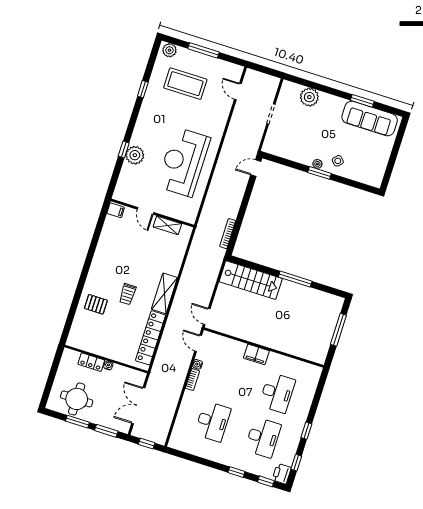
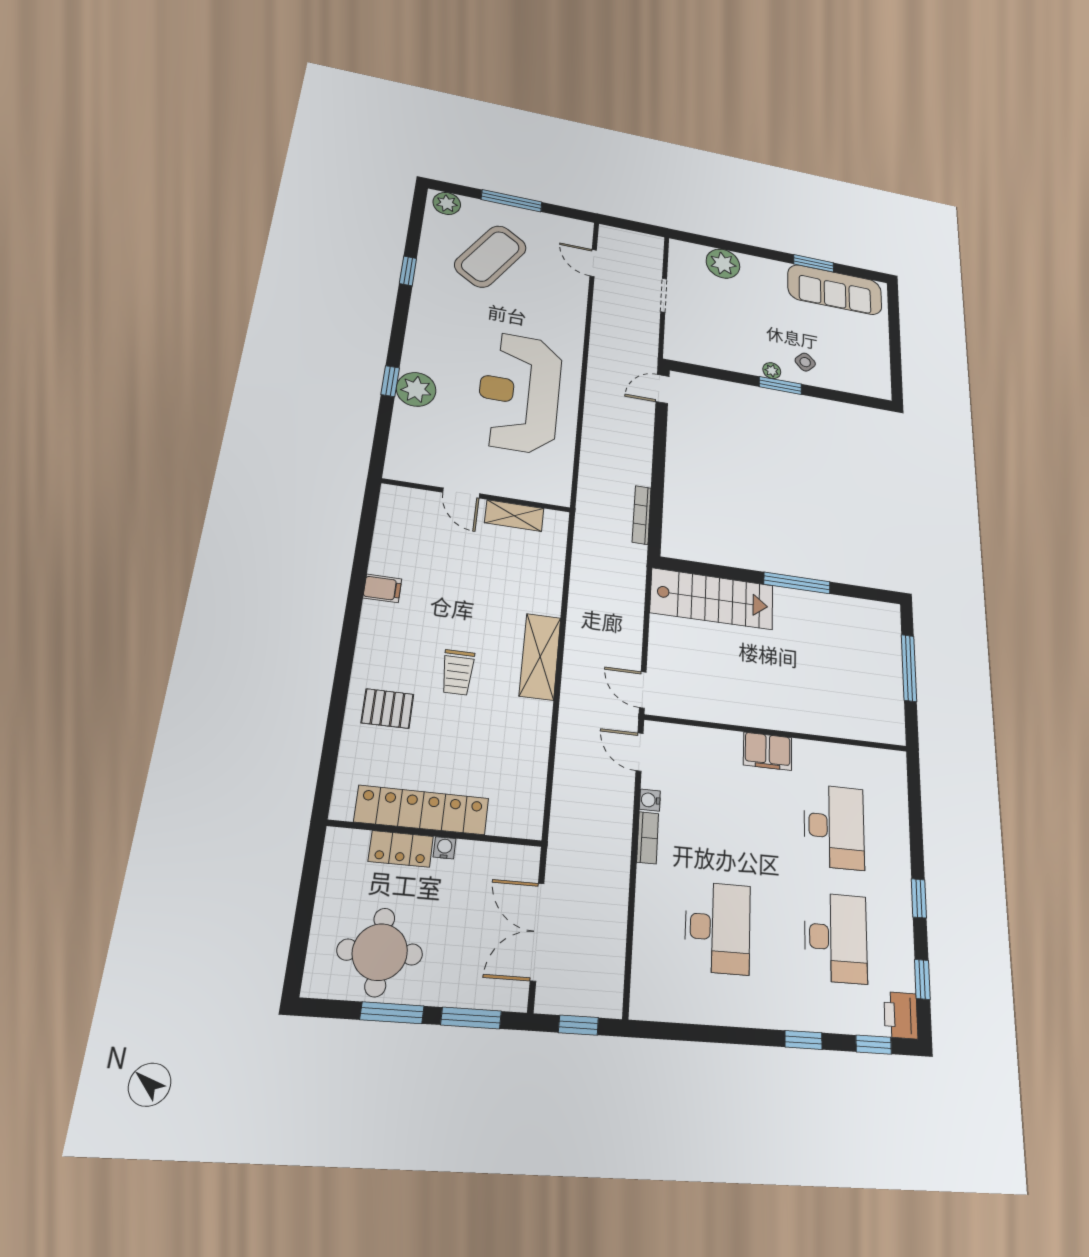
coffee table: (185, 84) -> (491, 256), turned -57
filing cabinet: (116, 210) -> (382, 588), moved
locker: (151, 338) -> (422, 810), moved, turned 90

